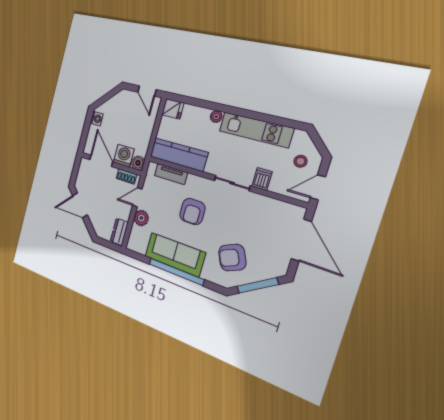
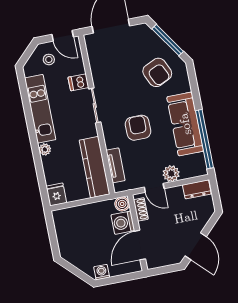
door: (147, 91) -> (51, 230), removed
armchair: (192, 212) -> (138, 128), turned -90
window: (176, 272) -> (205, 139), moved

